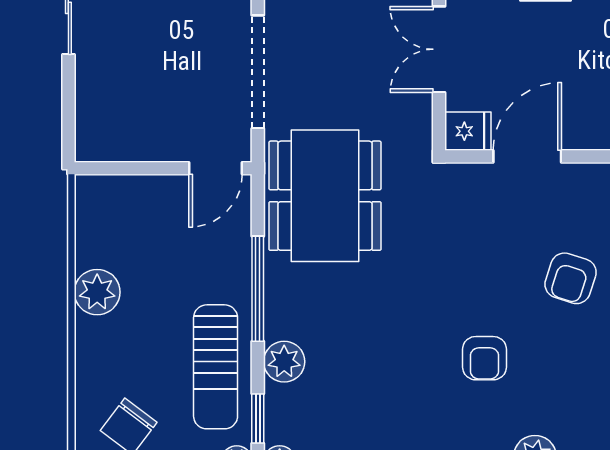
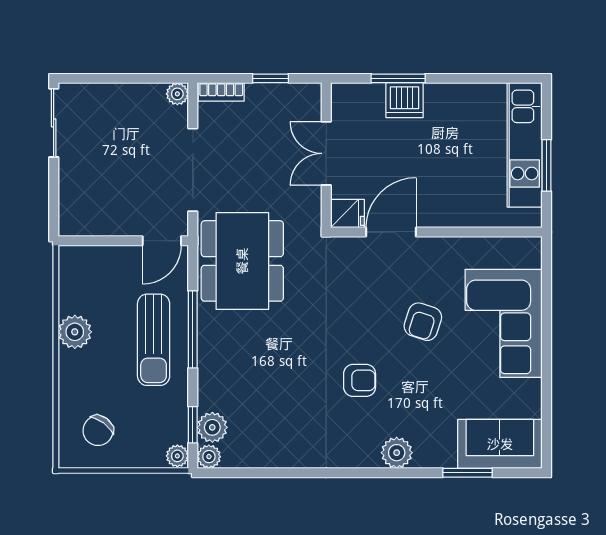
armchair: (484, 358) -> (360, 380), turned -90
plant: (284, 362) -> (212, 427), moved
sun lounger: (216, 367) -> (154, 340), moved

